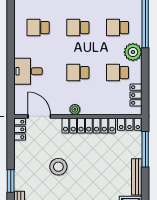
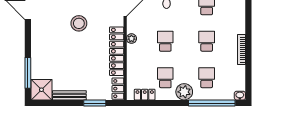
window: (145, 149) -> (95, 103), width x0.69

